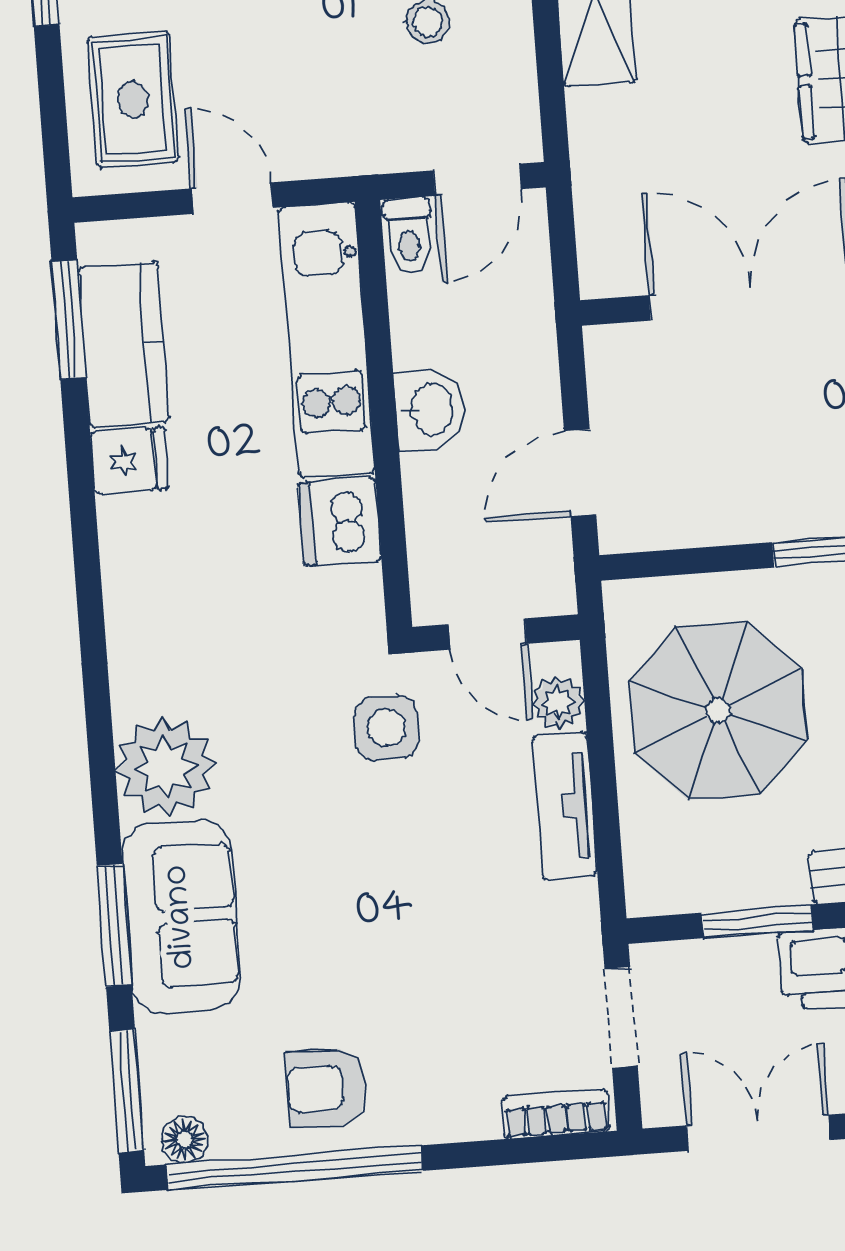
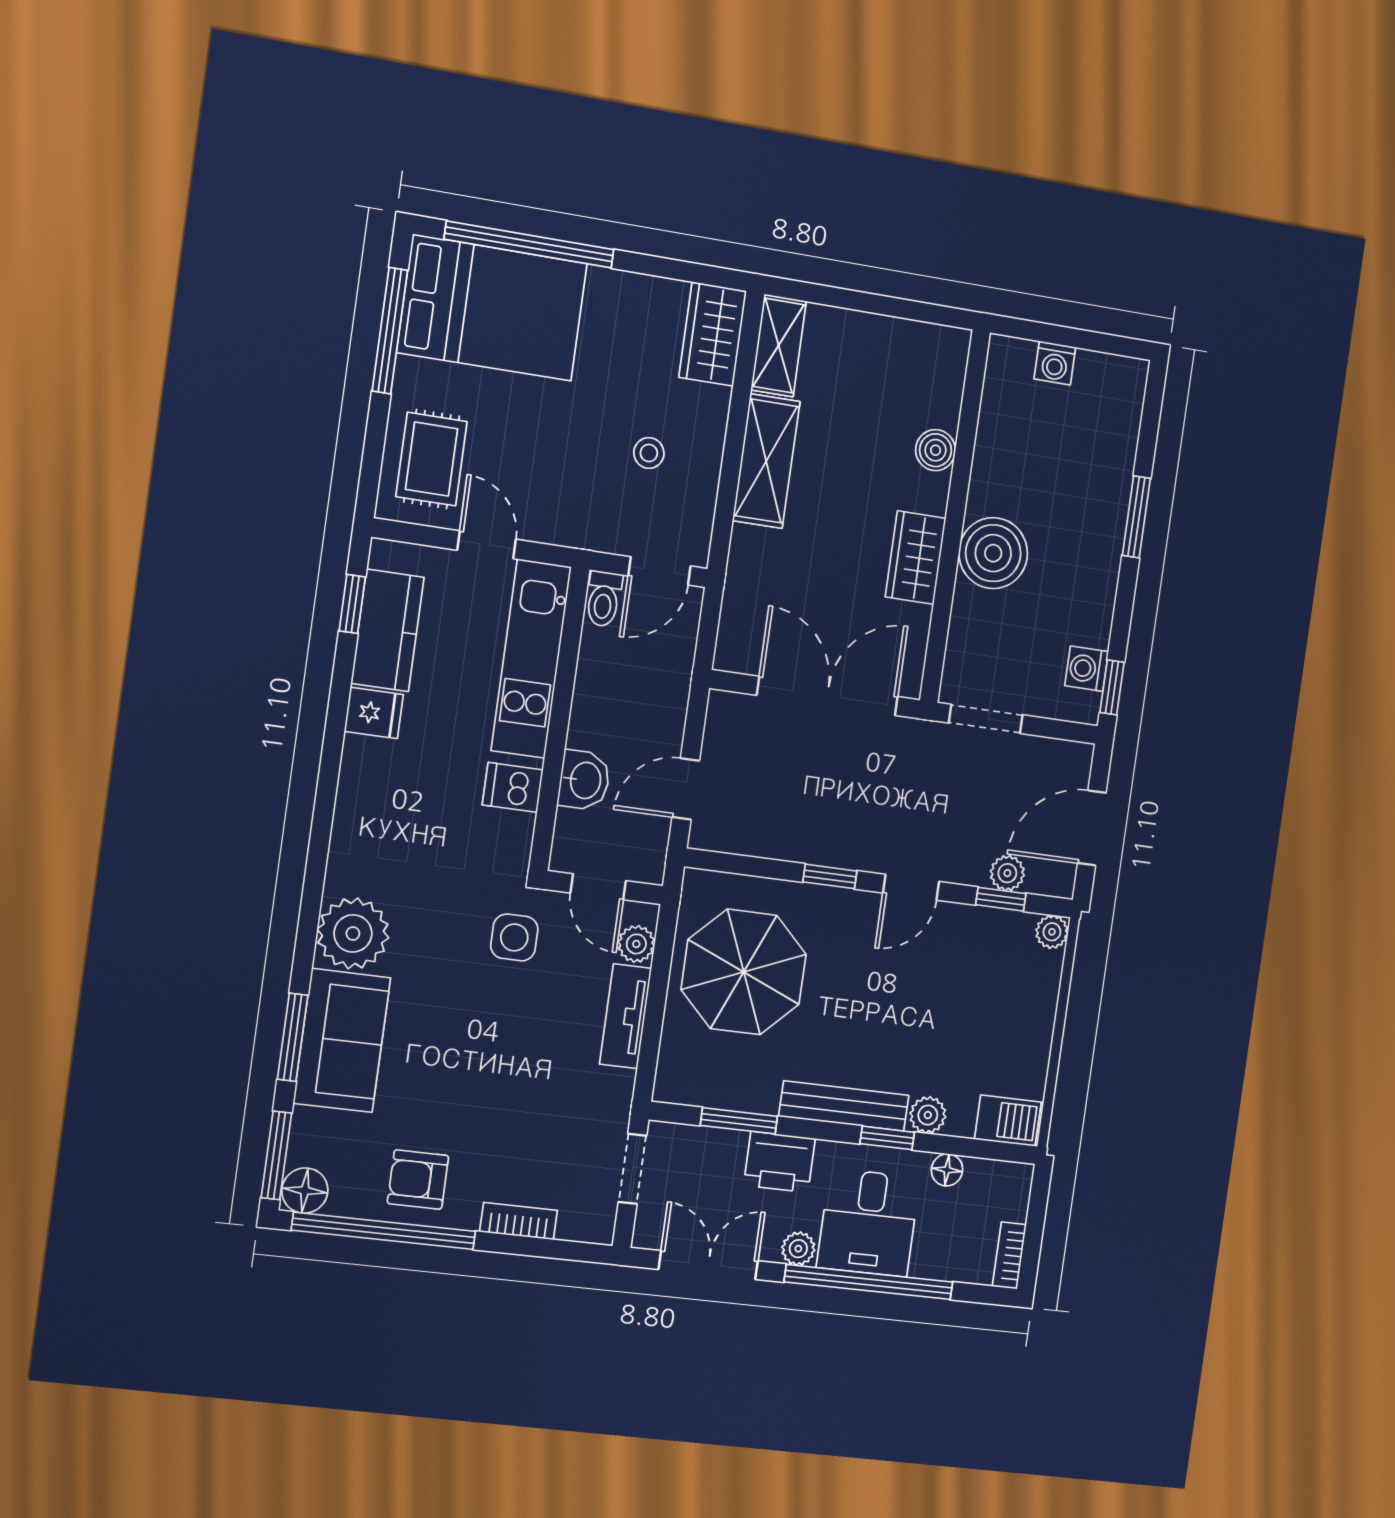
window: (69, 320) -> (352, 604), width x0.67
washbasin: (430, 410) -> (584, 780), moved
dishwasher: (340, 522) -> (513, 787), width x0.73
bookcase: (556, 1114) -> (519, 1221), moved
floor lamp: (185, 1140) -> (305, 1191), width x1.37, depth x1.37

